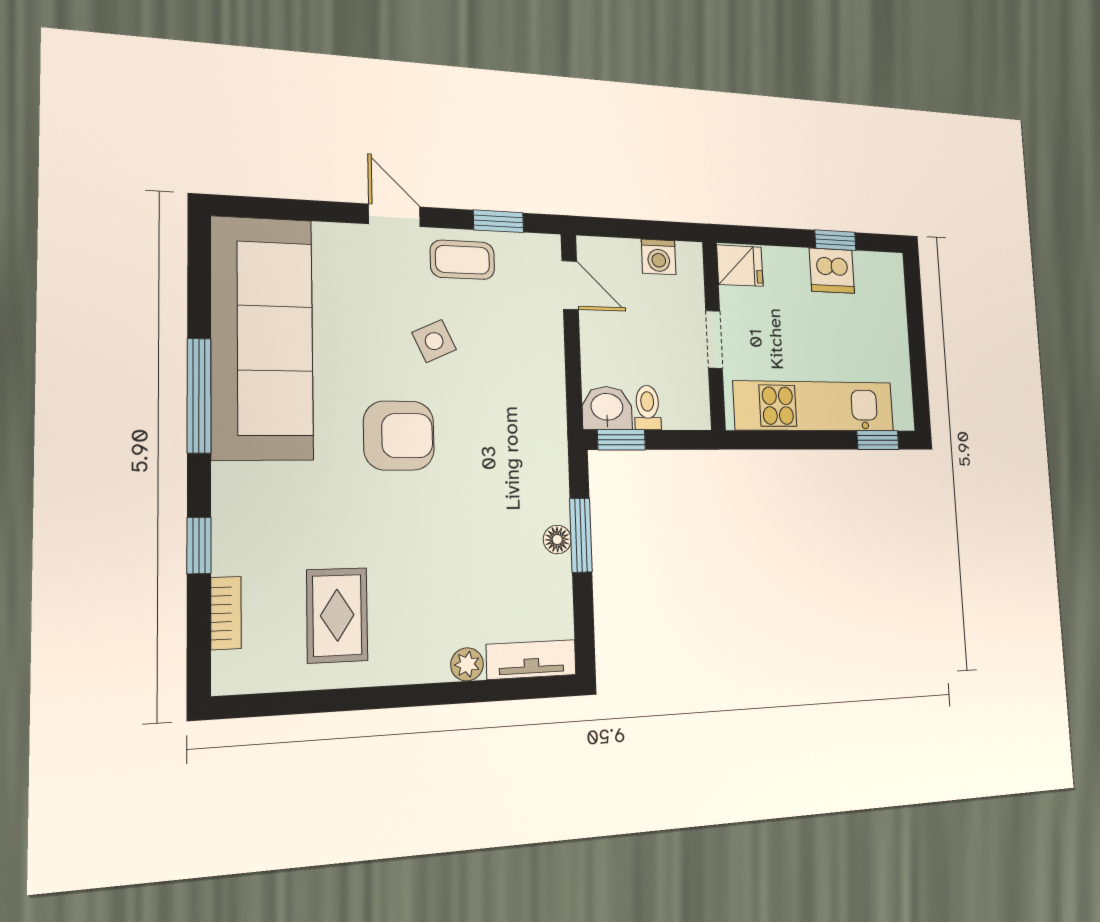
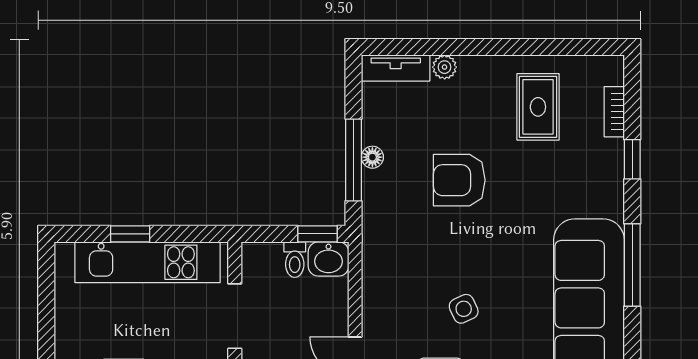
doorway: (714, 339) -> (235, 316), width x1.38
armchair: (399, 436) -> (459, 180), moved
window: (878, 440) -> (130, 234), moved
window: (581, 535) -> (354, 160), width x1.44

